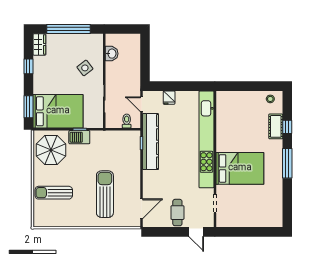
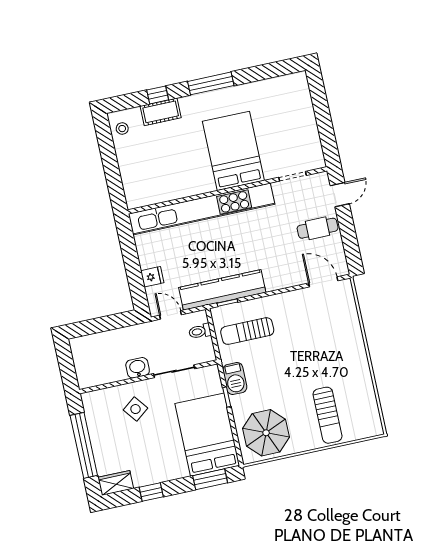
washbasin: (112, 54) -> (138, 368), moved
door: (142, 104) -> (171, 315), swing flipped
barbecue: (79, 137) -> (235, 379), moved
sun lounger: (105, 194) -> (247, 331), moved, width x0.73, depth x0.75

